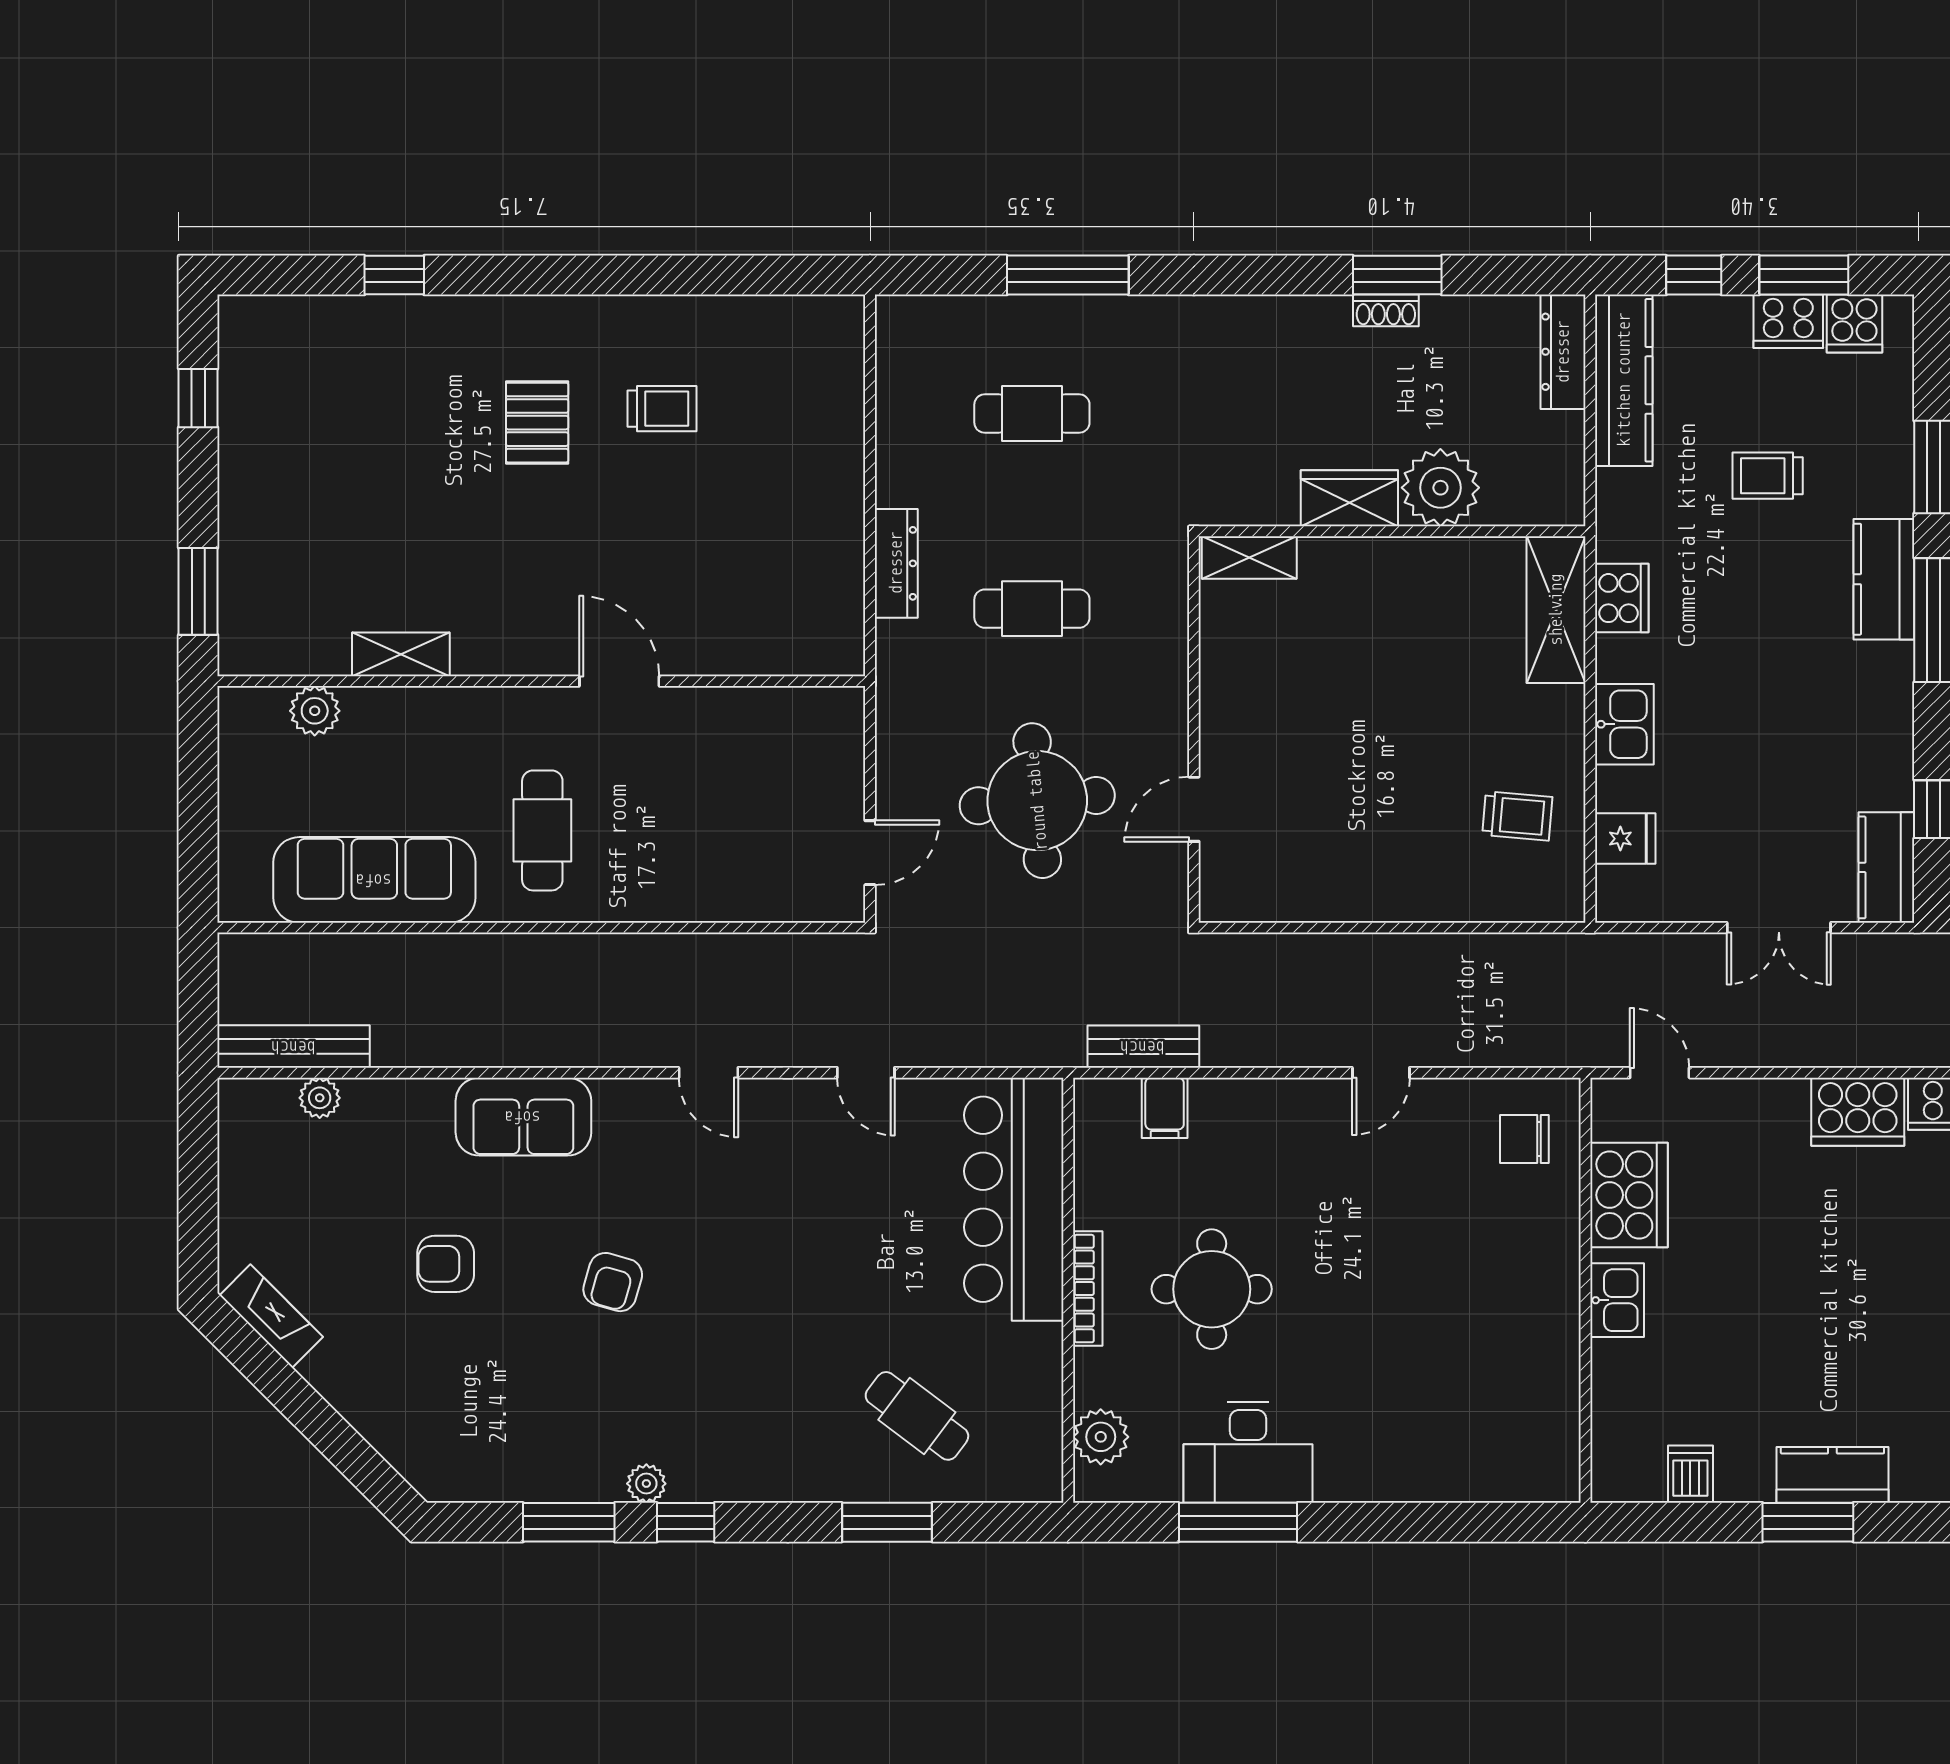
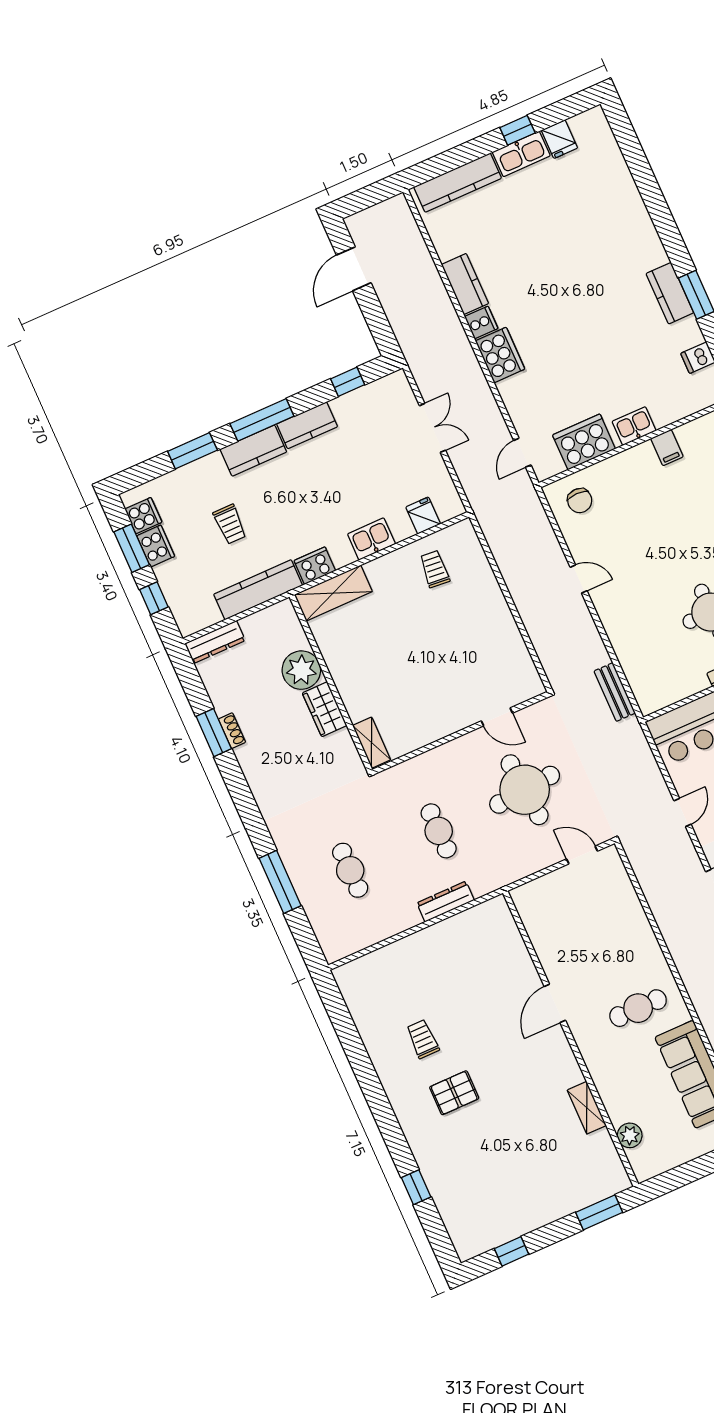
kitchen counter: (1624, 380) -> (258, 590), moved
kitchen counter: (1886, 867) -> (307, 425), moved
filing cabinet: (1165, 1108) -> (667, 448), moved, turned 90

